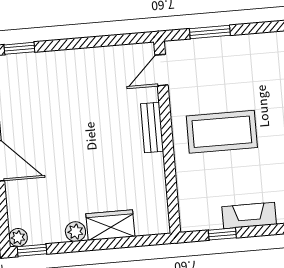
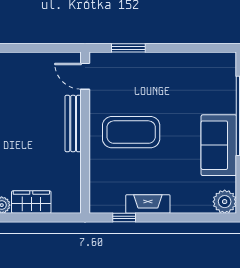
door: (161, 70) -> (85, 76), hinge flipped
bench: (152, 127) -> (73, 124), width x1.36

